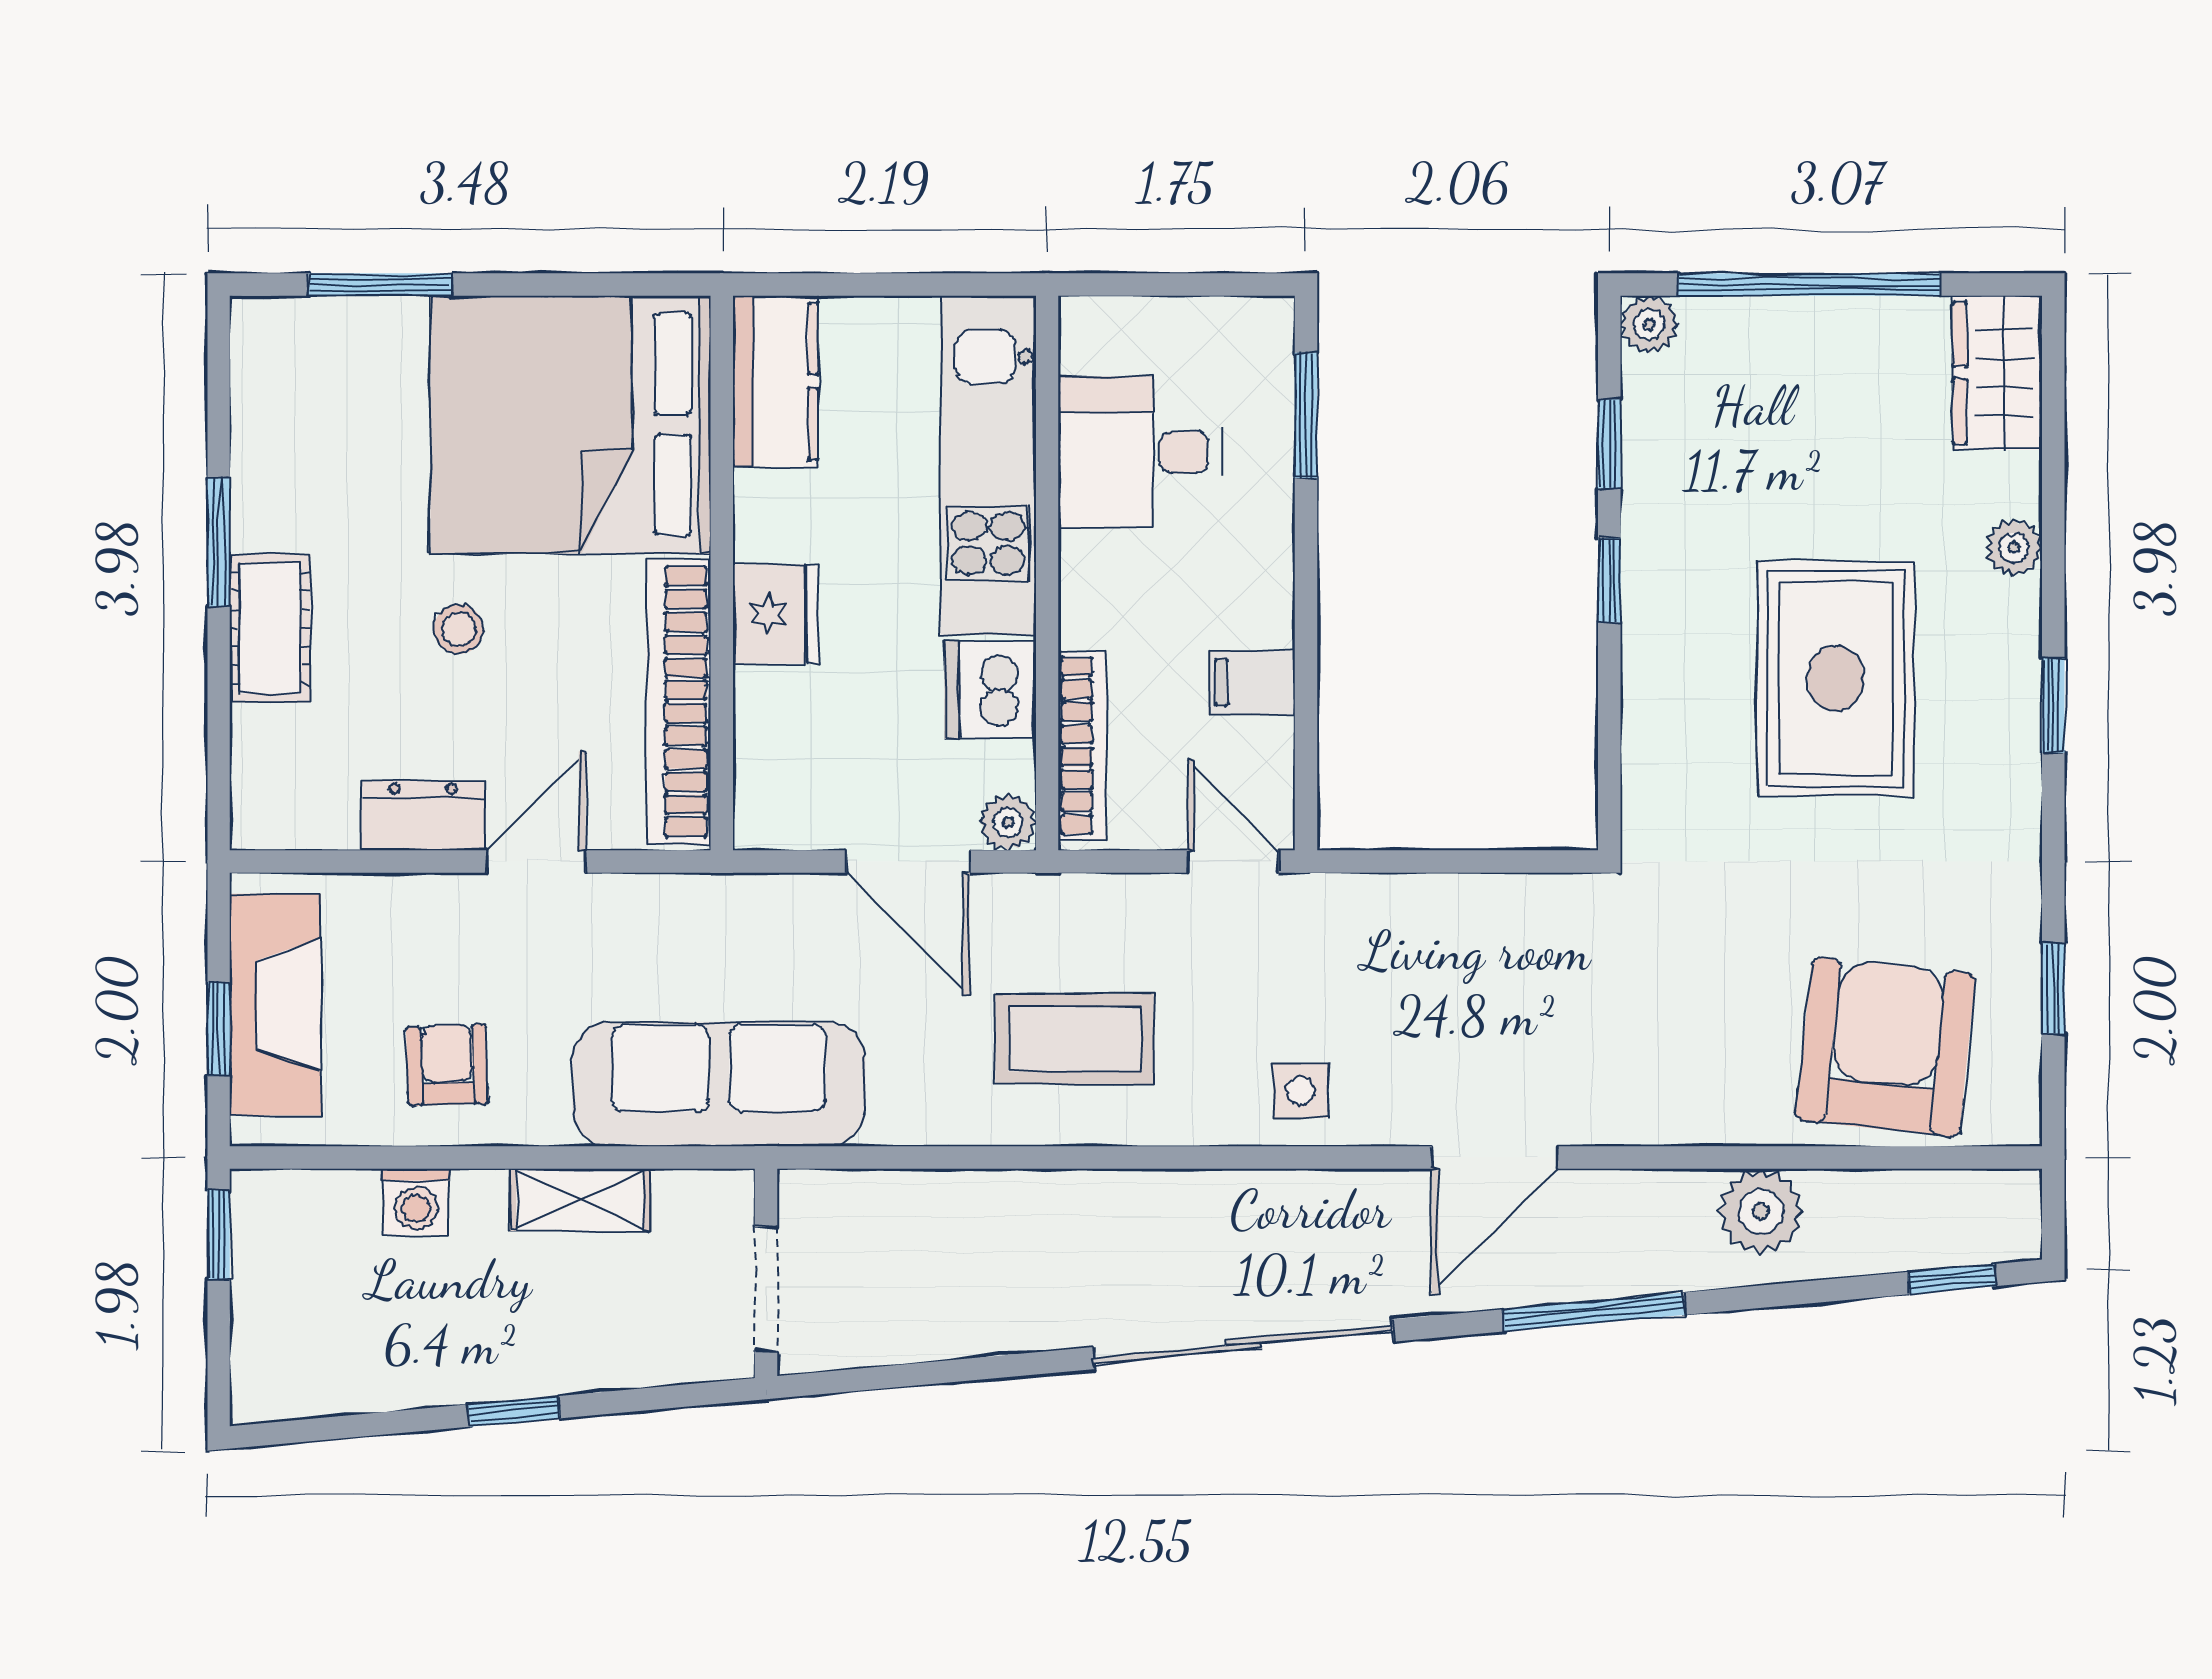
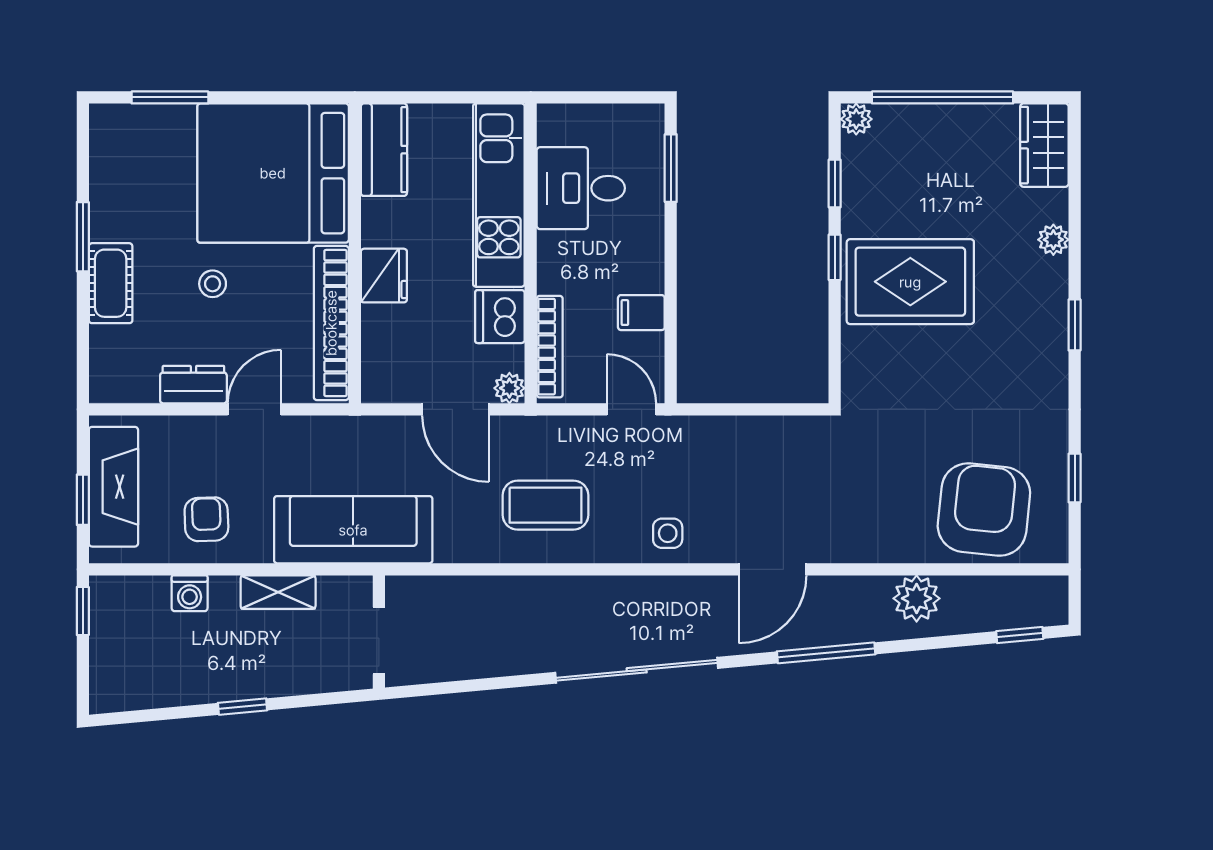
rug: (1836, 678) -> (910, 282), moved, turned 90

